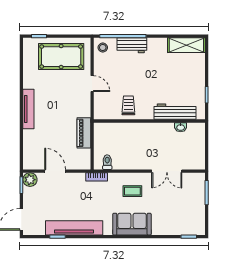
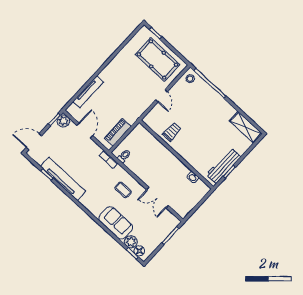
workbench: (132, 45) -> (210, 95), removed
tv unit: (28, 109) -> (88, 92), moved
workbench: (175, 112) -> (224, 166), moved, turned -90
piano: (84, 133) -> (118, 132), moved
sofa: (132, 224) -> (116, 223), moved
plant: (179, 228) -> (131, 242), added
floor lamp: (192, 229) -> (139, 251), added

